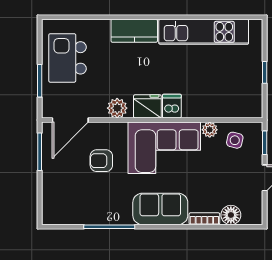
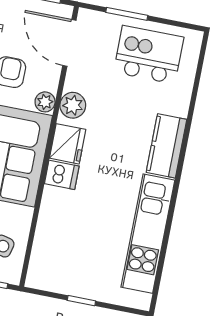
plant: (210, 130) -> (45, 102), moved

